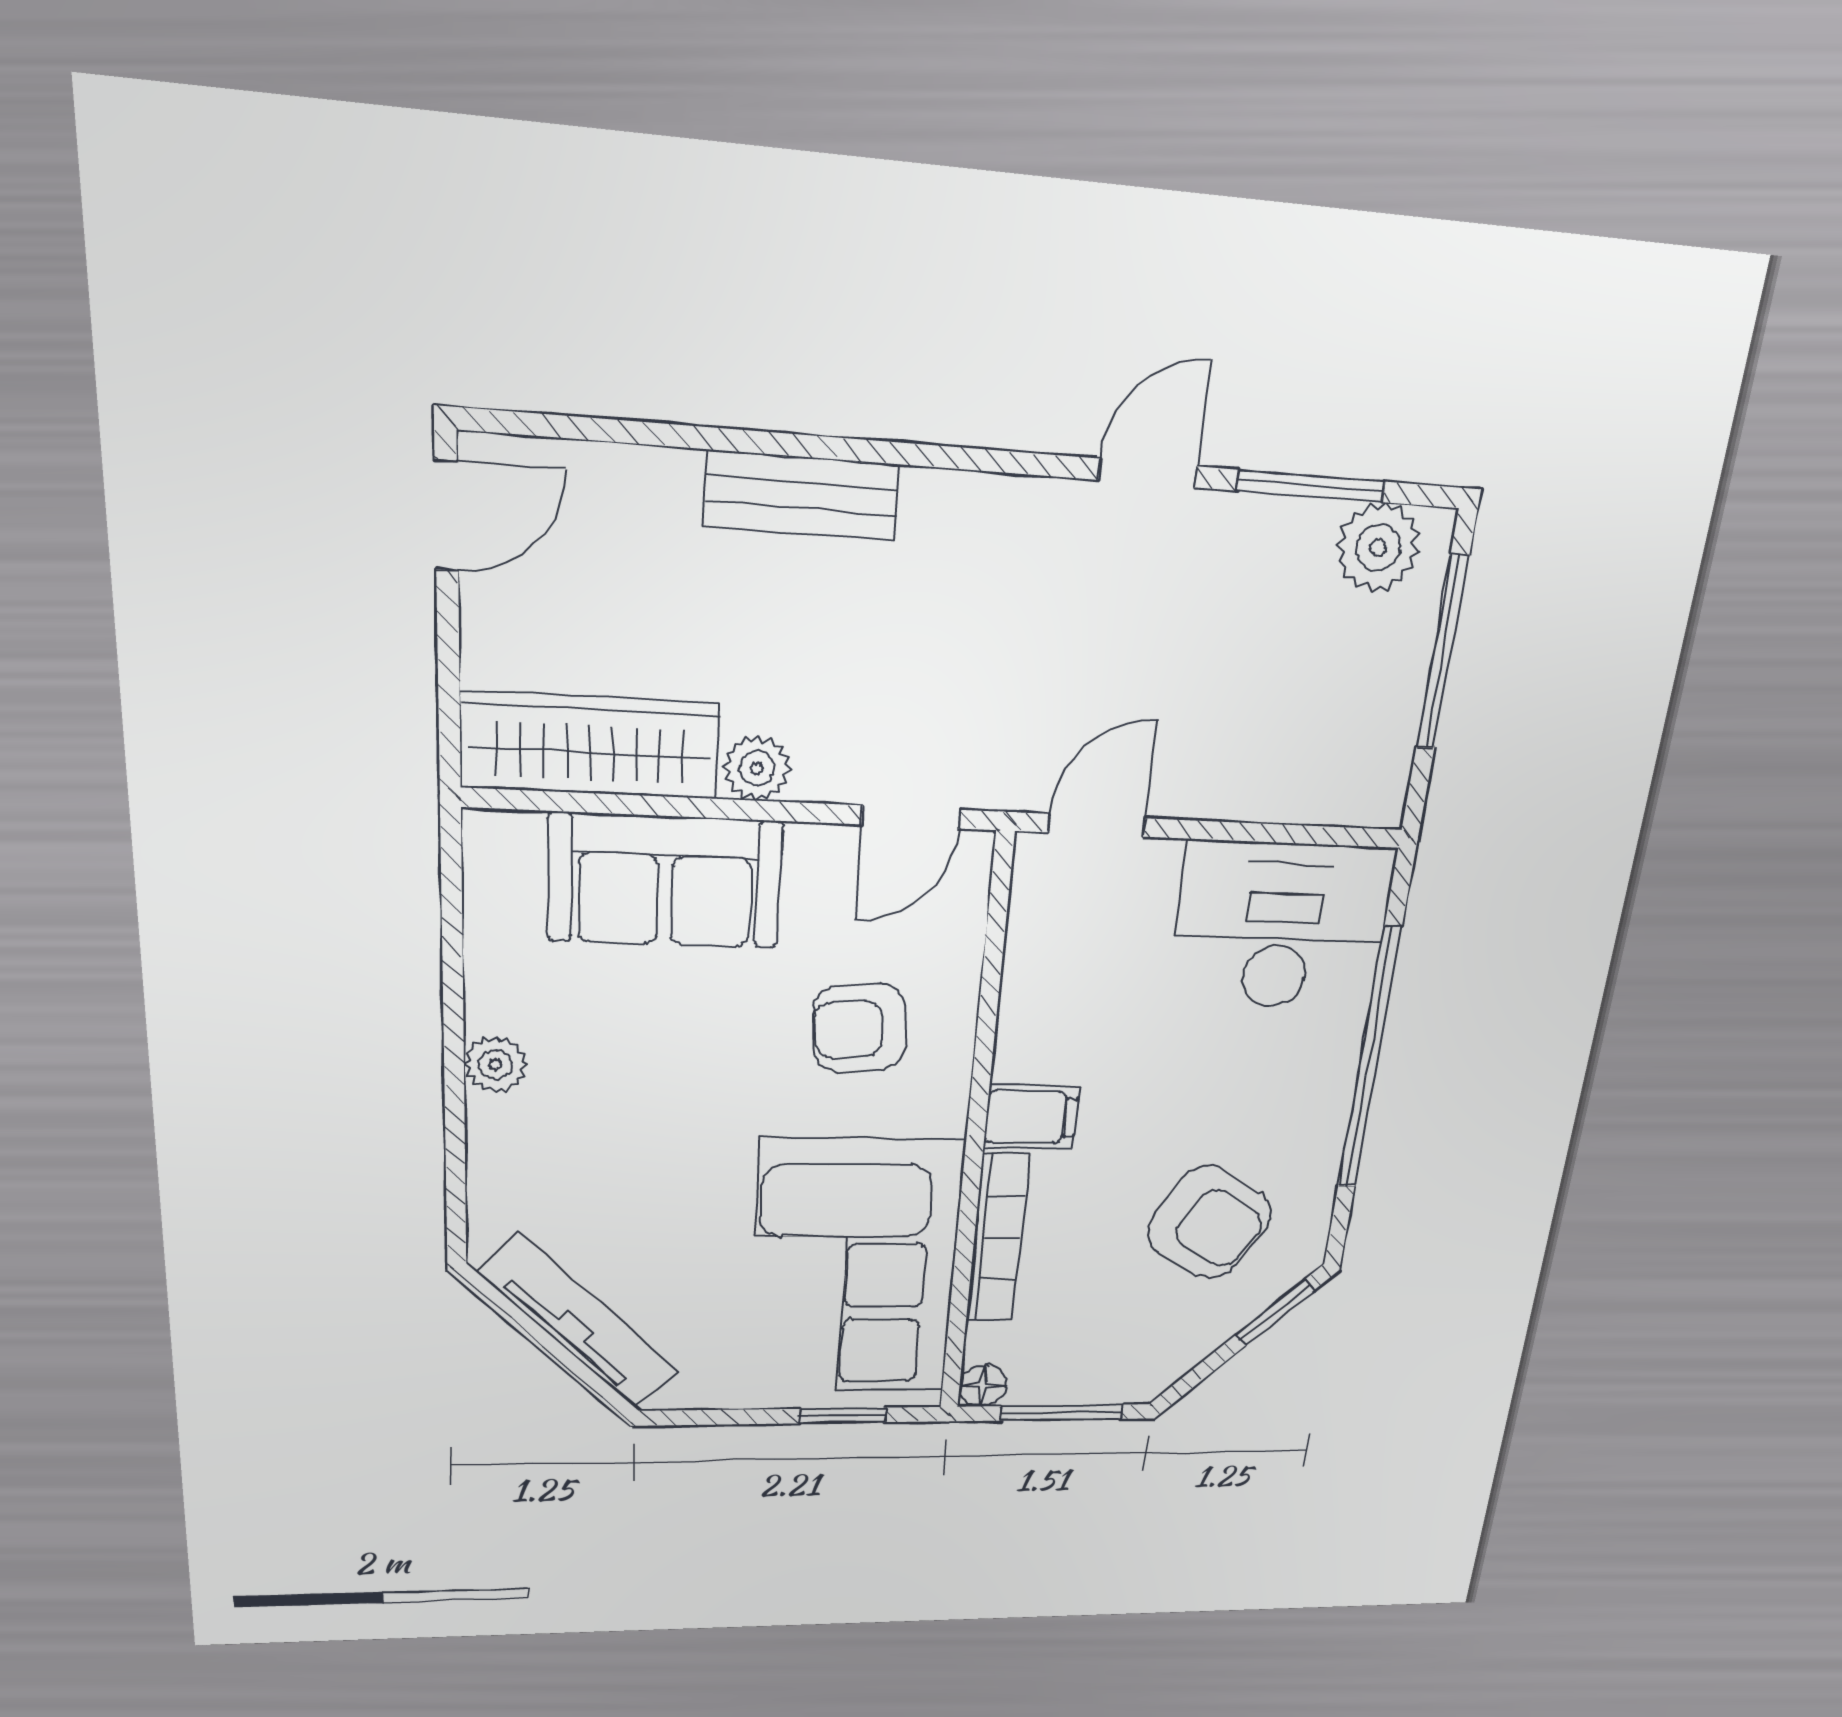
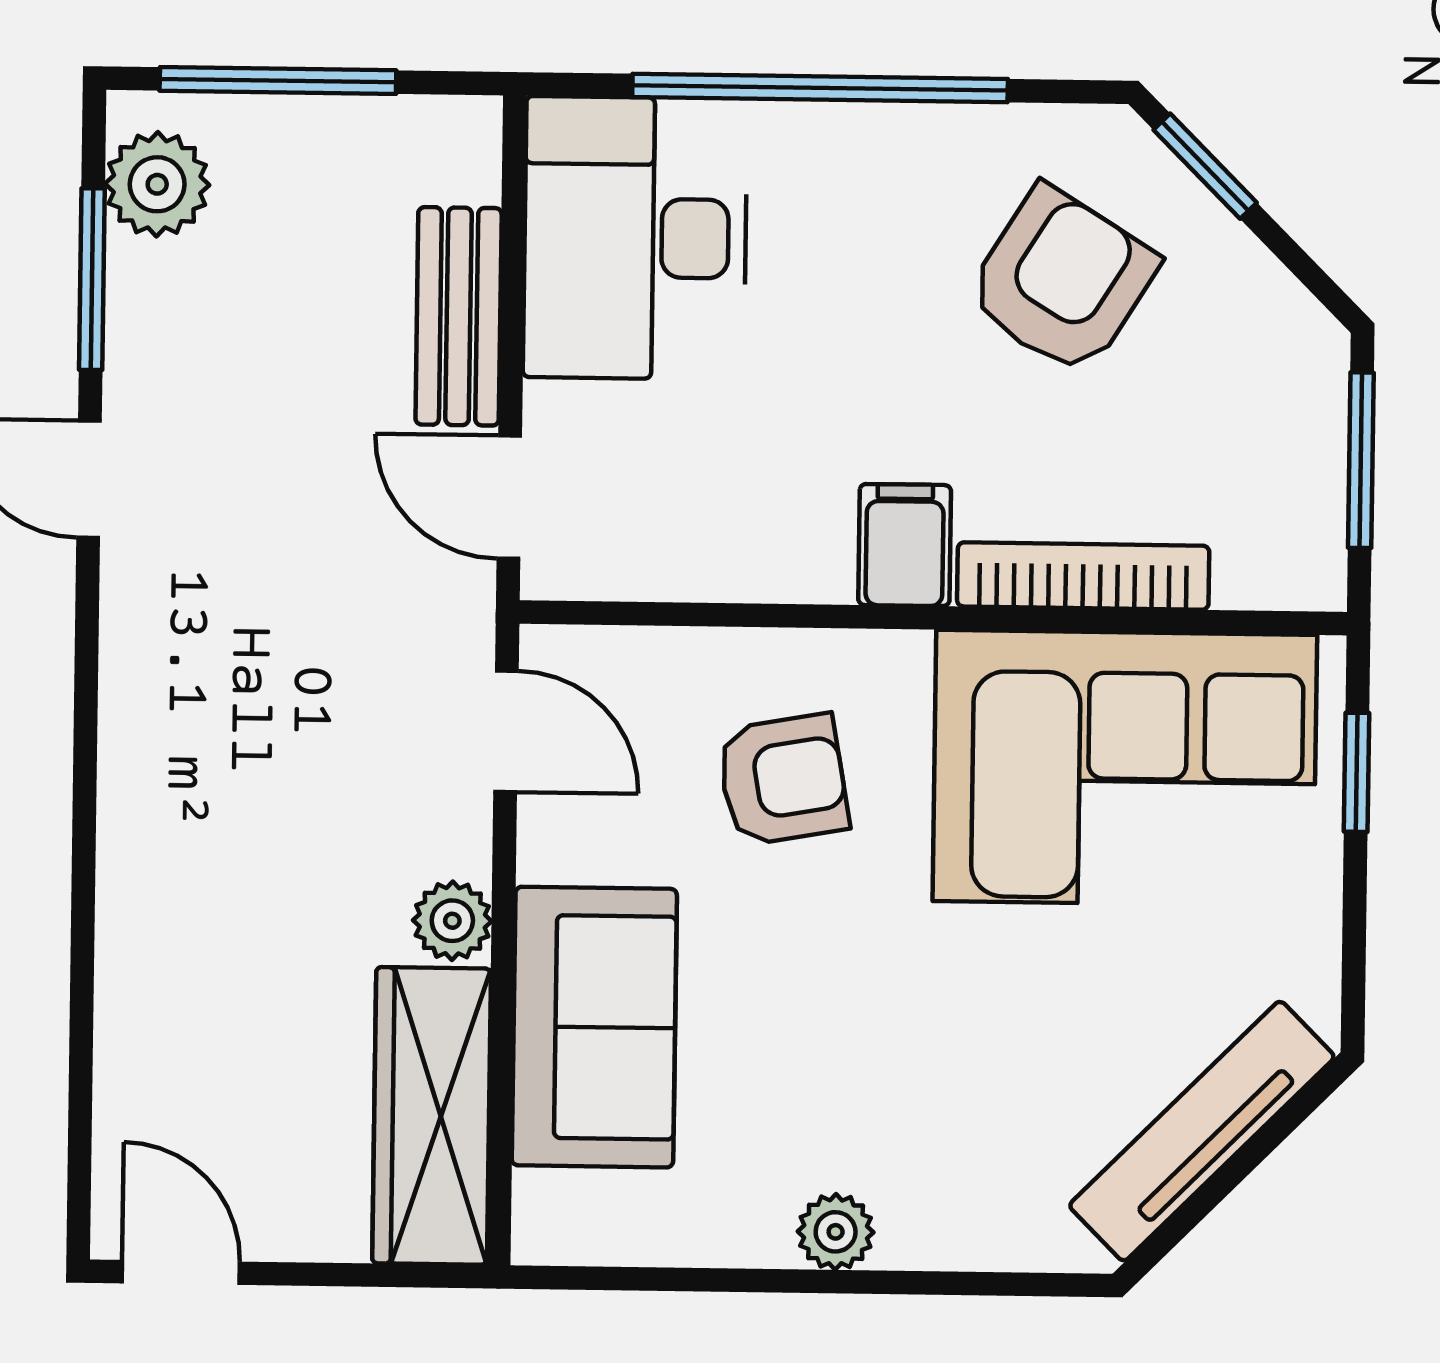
bench: (802, 495) -> (459, 316), moved
armchair: (860, 1029) -> (783, 780), turned -95
floor lamp: (983, 1386) -> (1314, 578), removed

